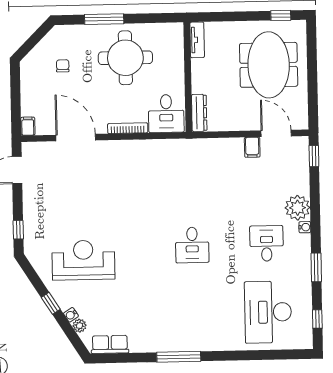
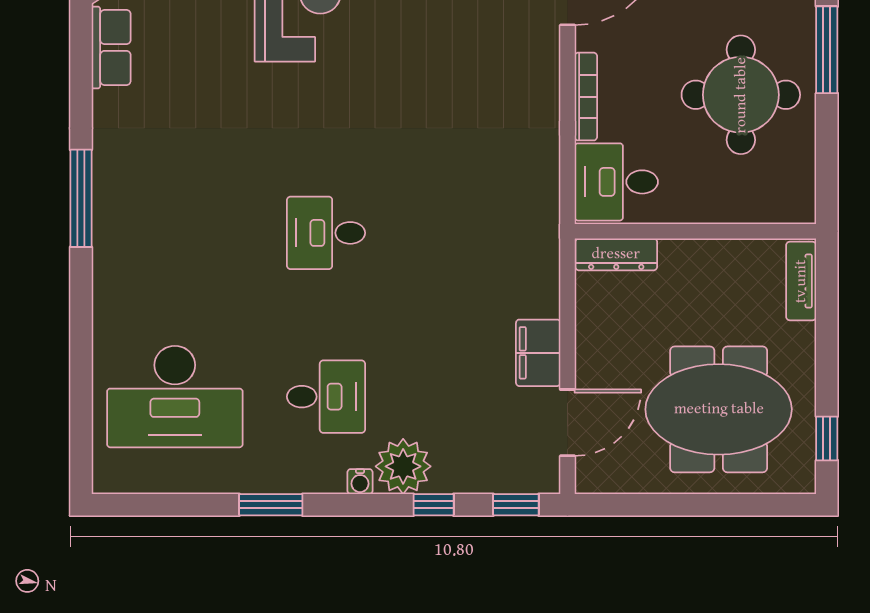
tv unit: (197, 40) -> (801, 281), moved, turned 90
filing cabinet: (252, 147) -> (538, 353), width x2.00
desk: (268, 312) -> (175, 397), turned 180
window: (317, 319) -> (434, 505), moved

